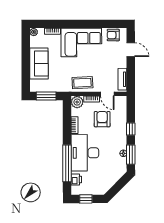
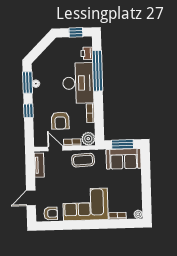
door: (131, 50) -> (31, 198), hinge flipped
sofa: (39, 63) -> (124, 159), moved, turned -90

